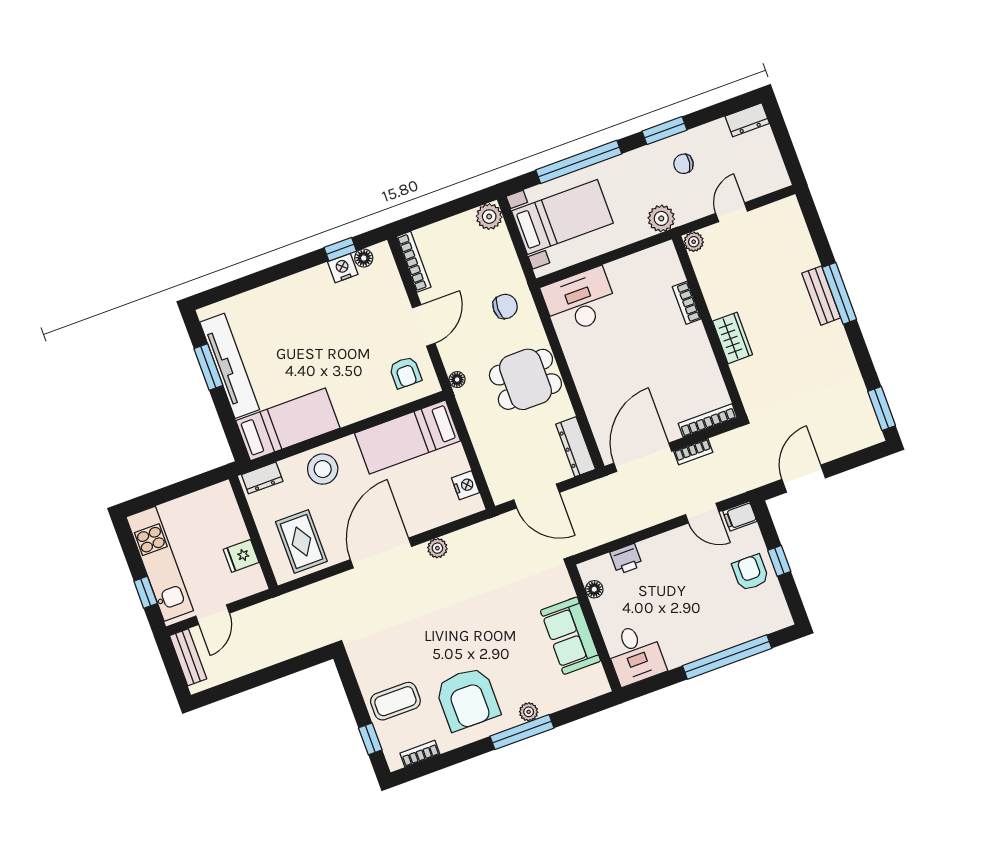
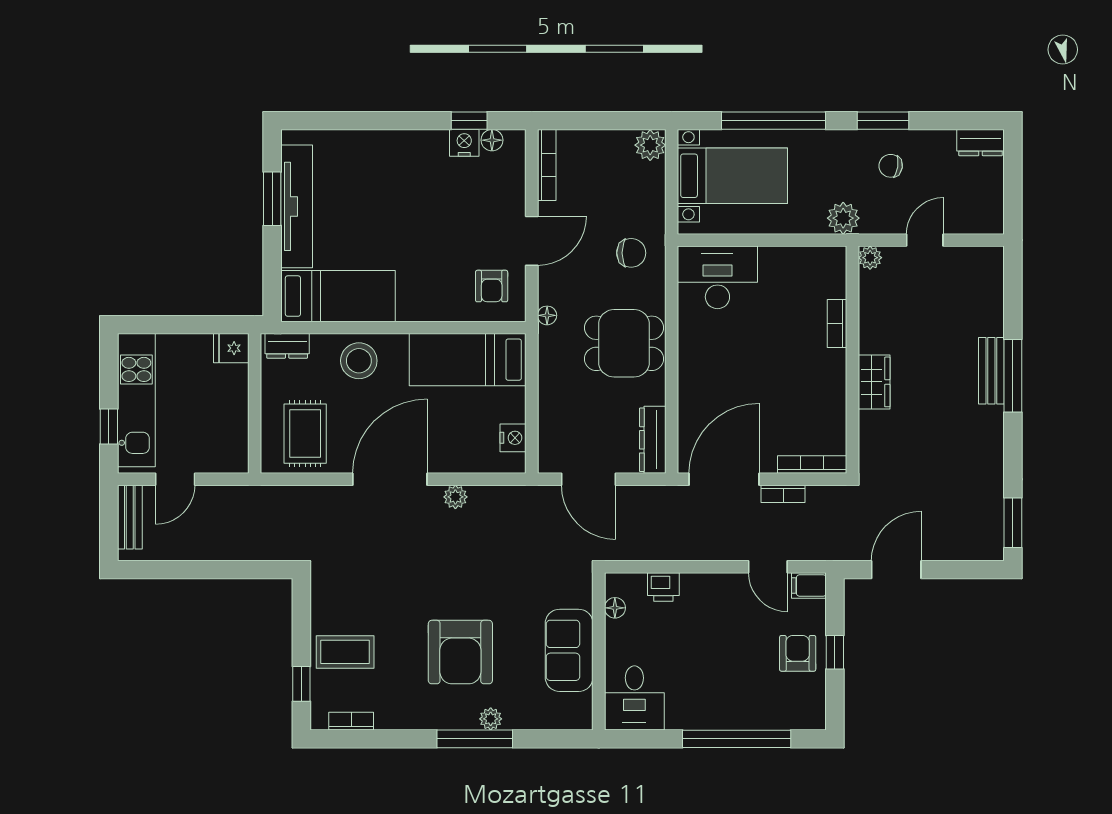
fridge: (241, 556) -> (231, 348), moved
armchair: (467, 699) -> (460, 652), moved

